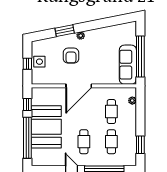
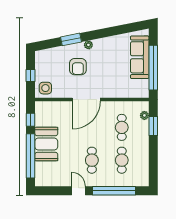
side table: (39, 62) -> (45, 88), moved
sofa: (128, 65) -> (140, 57), moved
booth: (46, 127) -> (46, 144), width x0.73, depth x0.70
window: (140, 145) -> (153, 126), moved

